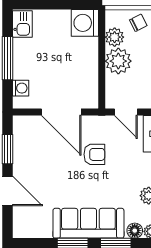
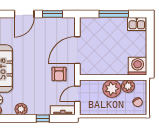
washing machine: (21, 88) -> (94, 23), removed
armchair: (94, 154) -> (59, 74), moved

